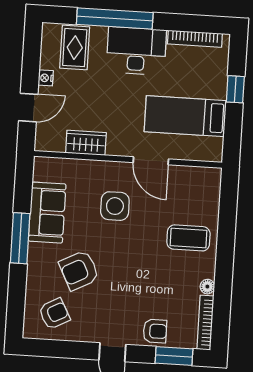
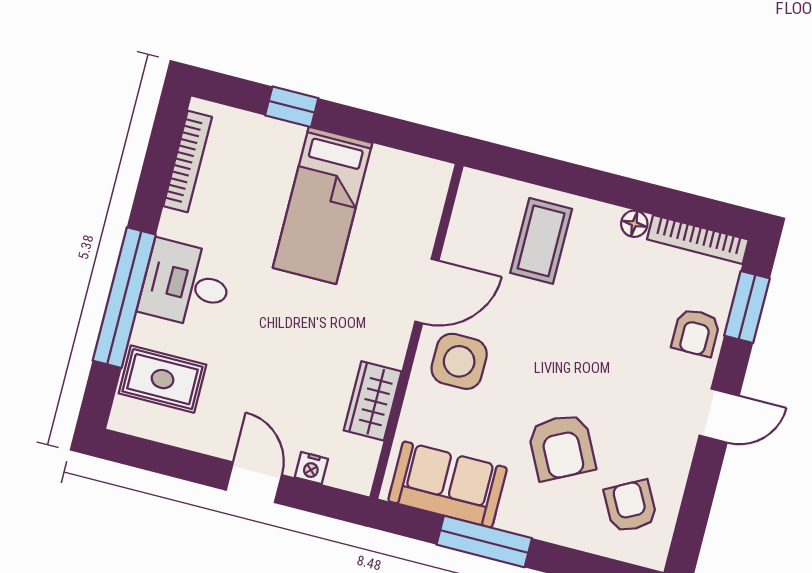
desk: (136, 51) -> (186, 284), width x0.73
nightstand: (46, 78) -> (311, 468), moved
wardrobe: (86, 143) -> (373, 401), moved
wall: (128, 159) -> (417, 331), moved
door: (151, 161) -> (427, 291), moved
armchair: (155, 331) -> (696, 333), turned 180

